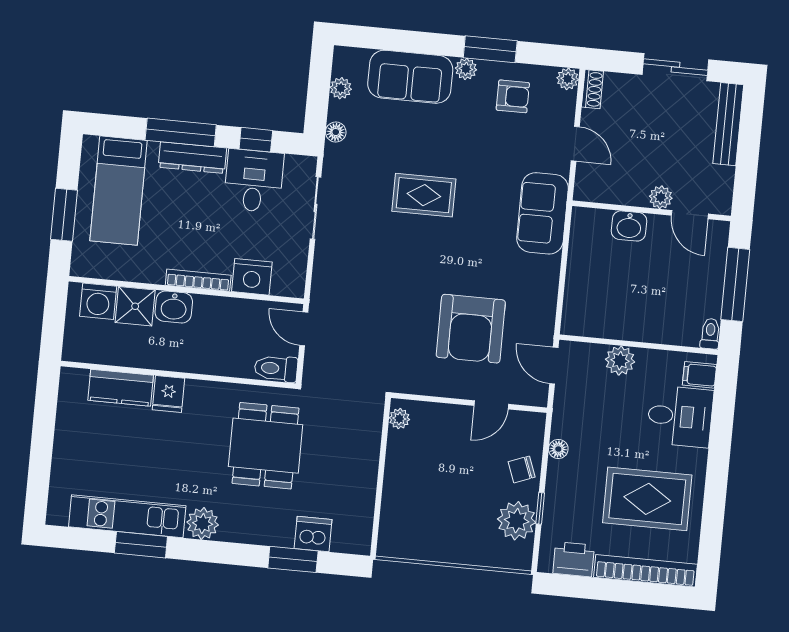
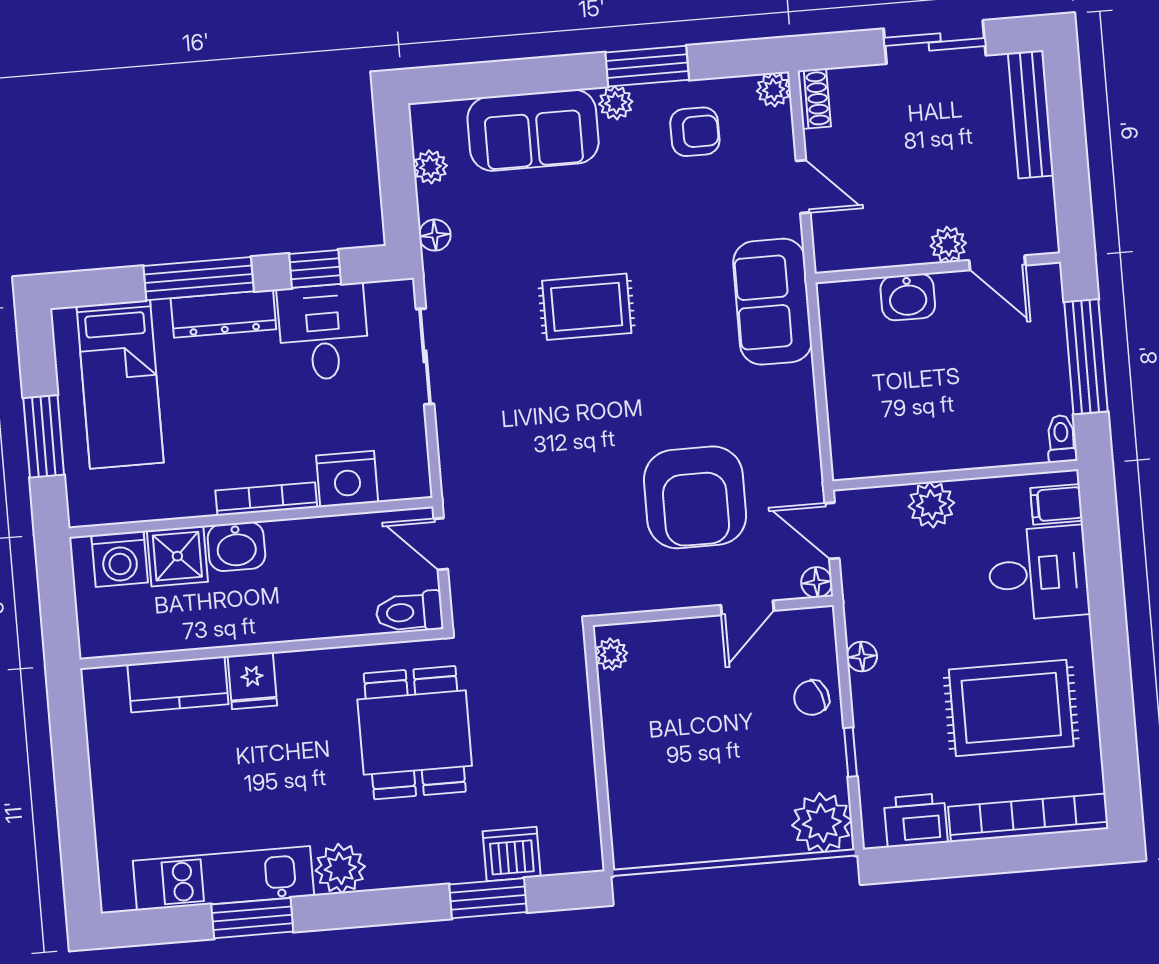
floor lamp: (538, 397) -> (817, 582), added
plant: (517, 521) -> (822, 823), moved

